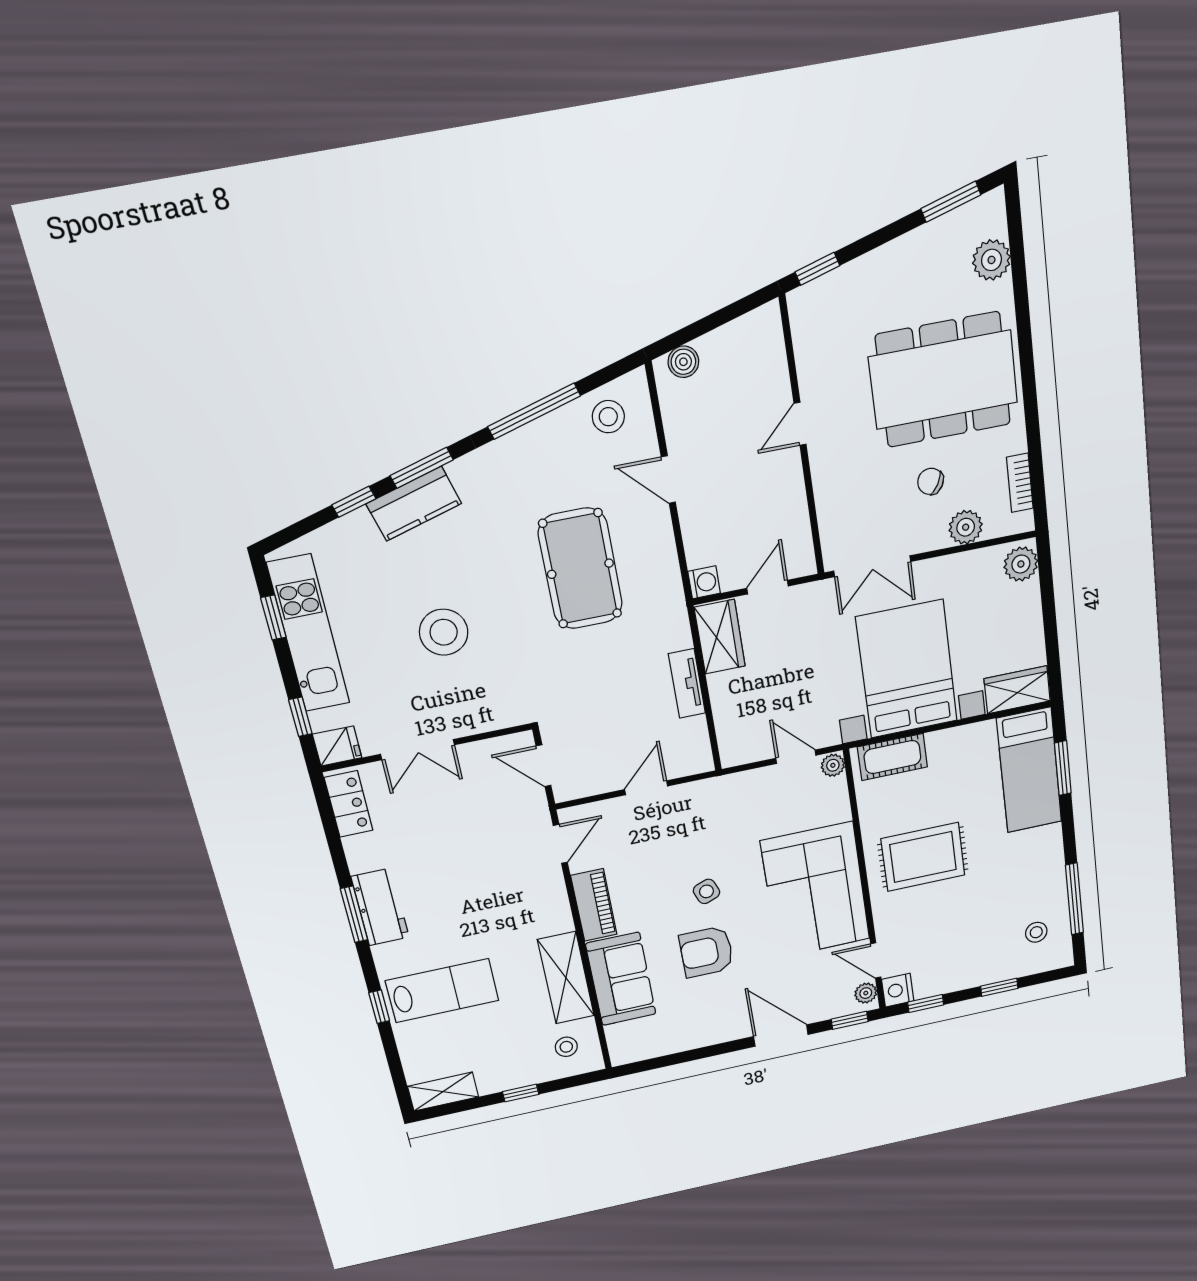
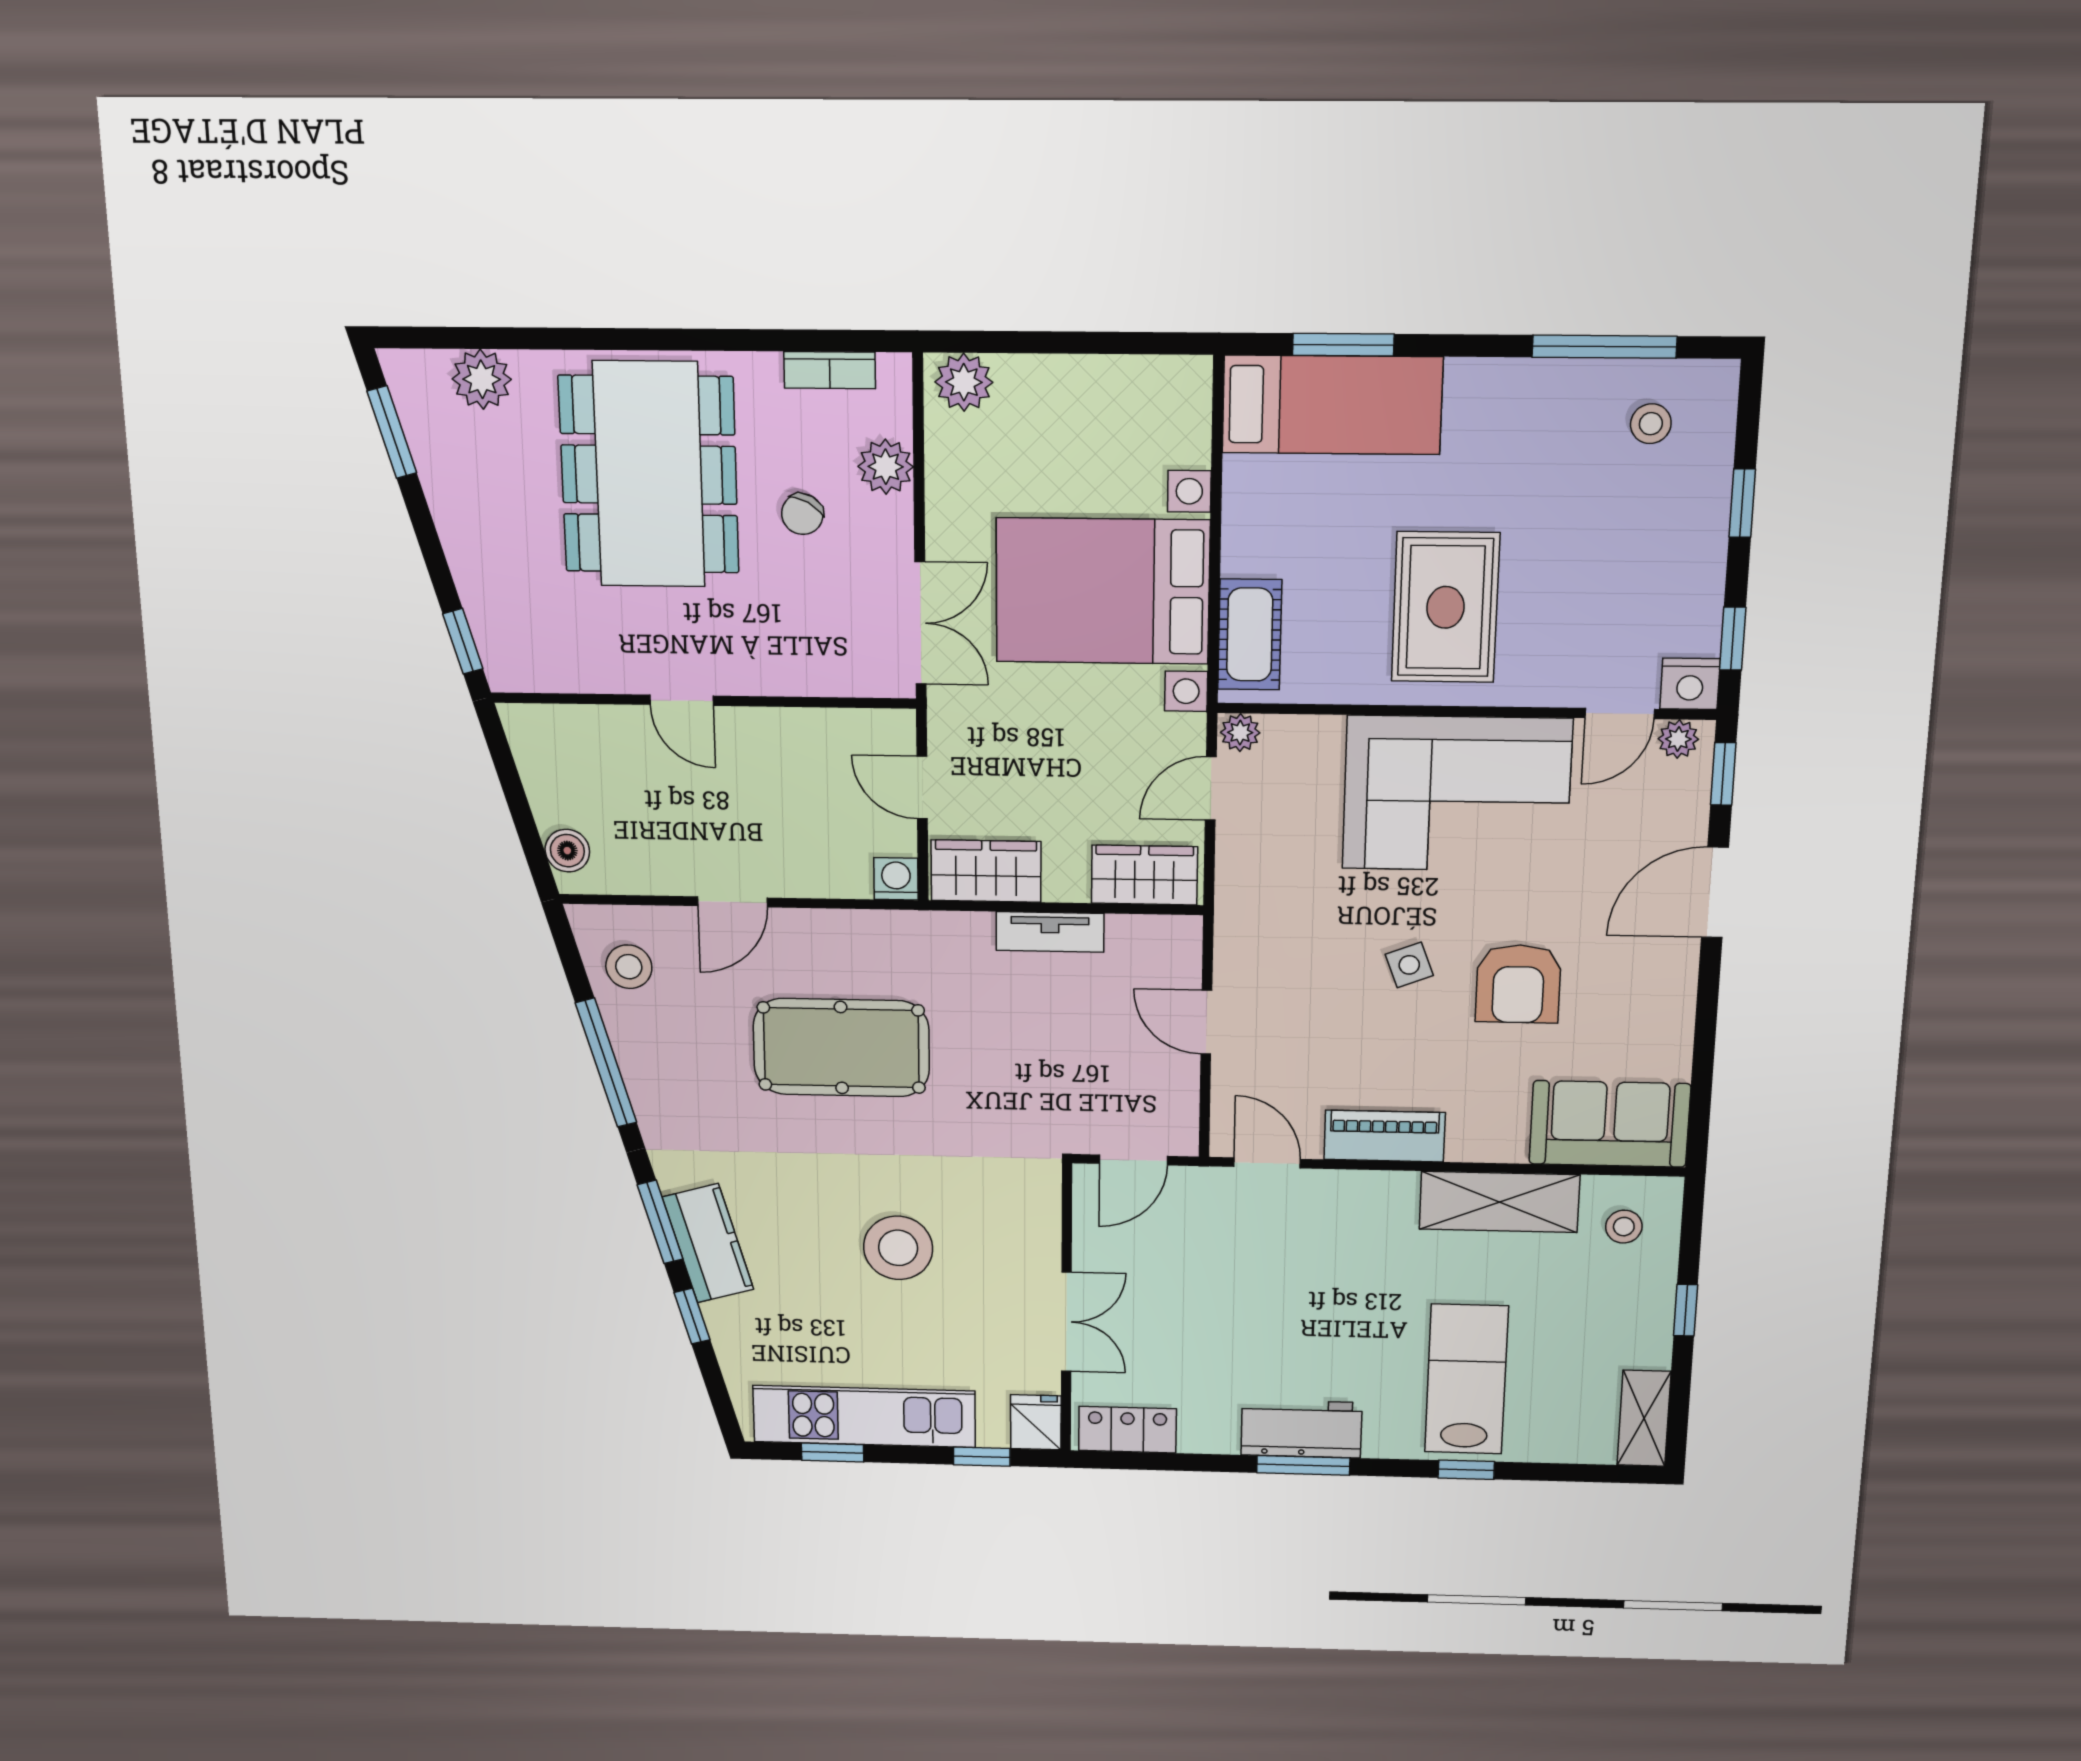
wardrobe: (1017, 690) -> (1144, 875), moved, turned 90
sofa: (621, 979) -> (1610, 1124), moved

